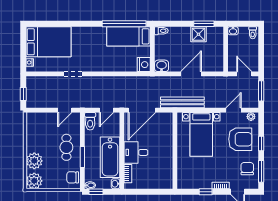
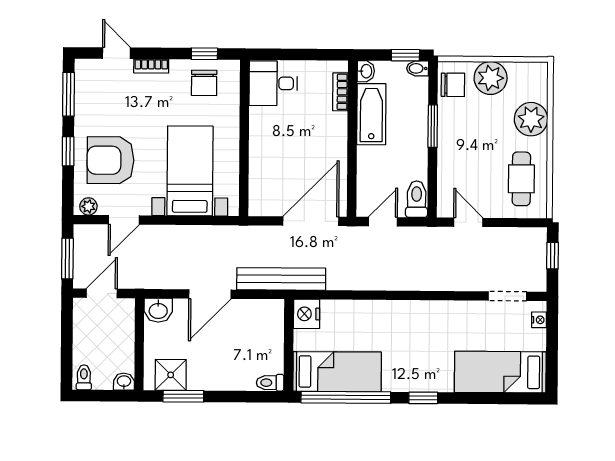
window: (86, 24) -> (423, 398), added
shower: (198, 34) -> (171, 375), moved
bed: (48, 42) -> (500, 372), width x0.67
washbasin: (162, 66) -> (158, 310), moved
doorway: (73, 74) -> (507, 296), moved
door: (244, 74) -> (102, 293), swing flipped
bench: (182, 102) -> (281, 279), moved
door: (65, 110) -> (468, 222), hinge flipped
cafe table: (66, 147) -> (521, 179), moved
desk: (136, 152) -> (273, 83), moved, turned 180
bathtub: (110, 157) -> (371, 114), width x0.73, depth x0.73
chair: (247, 169) -> (204, 83), moved
plant: (34, 181) -> (491, 78), moved
window: (206, 192) -> (204, 54), moved

